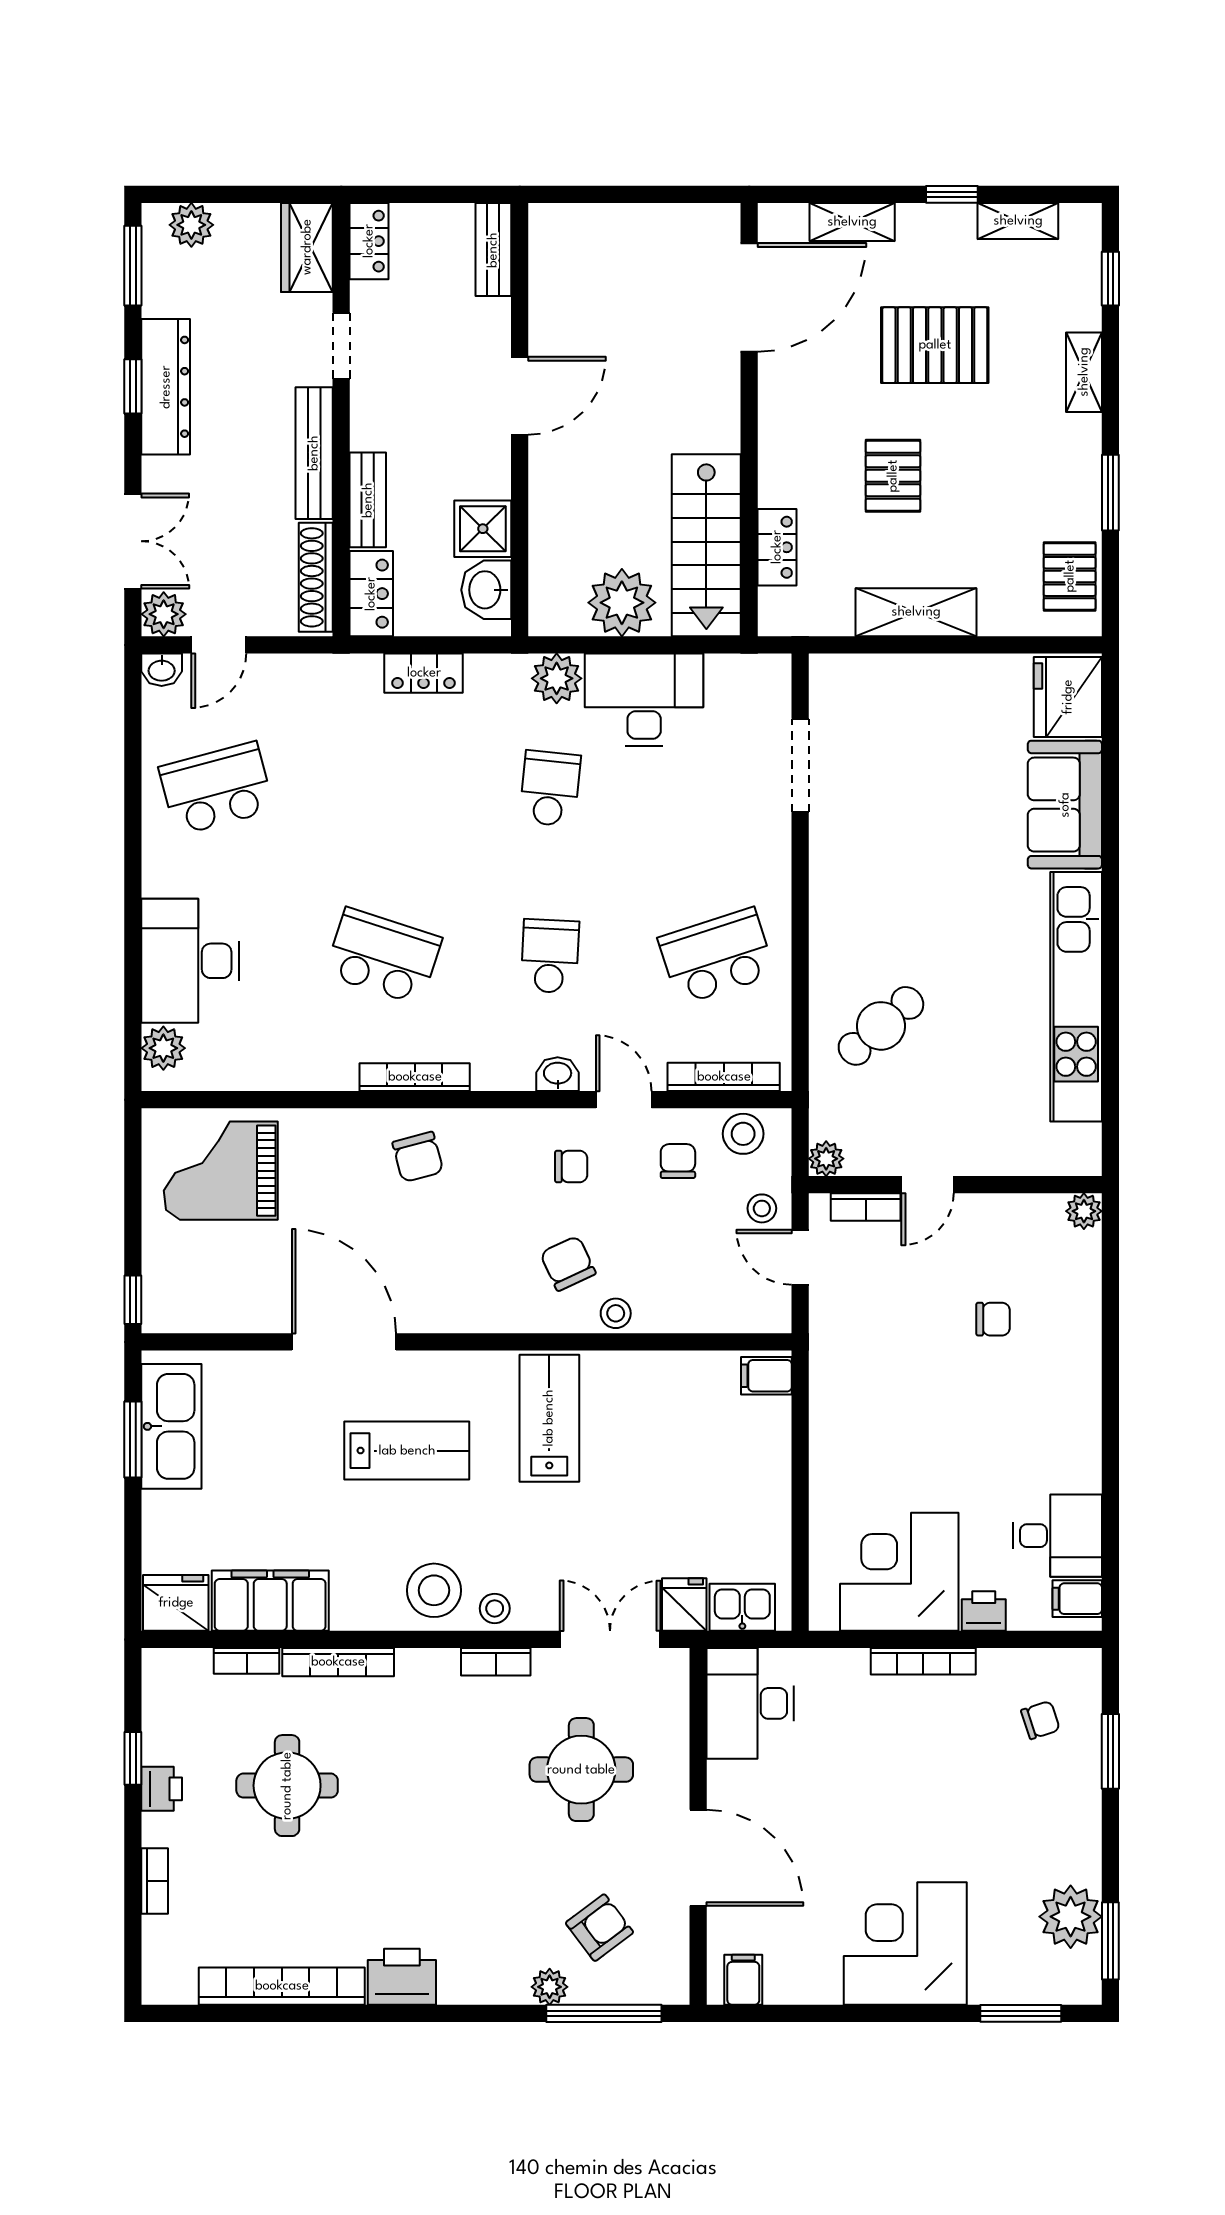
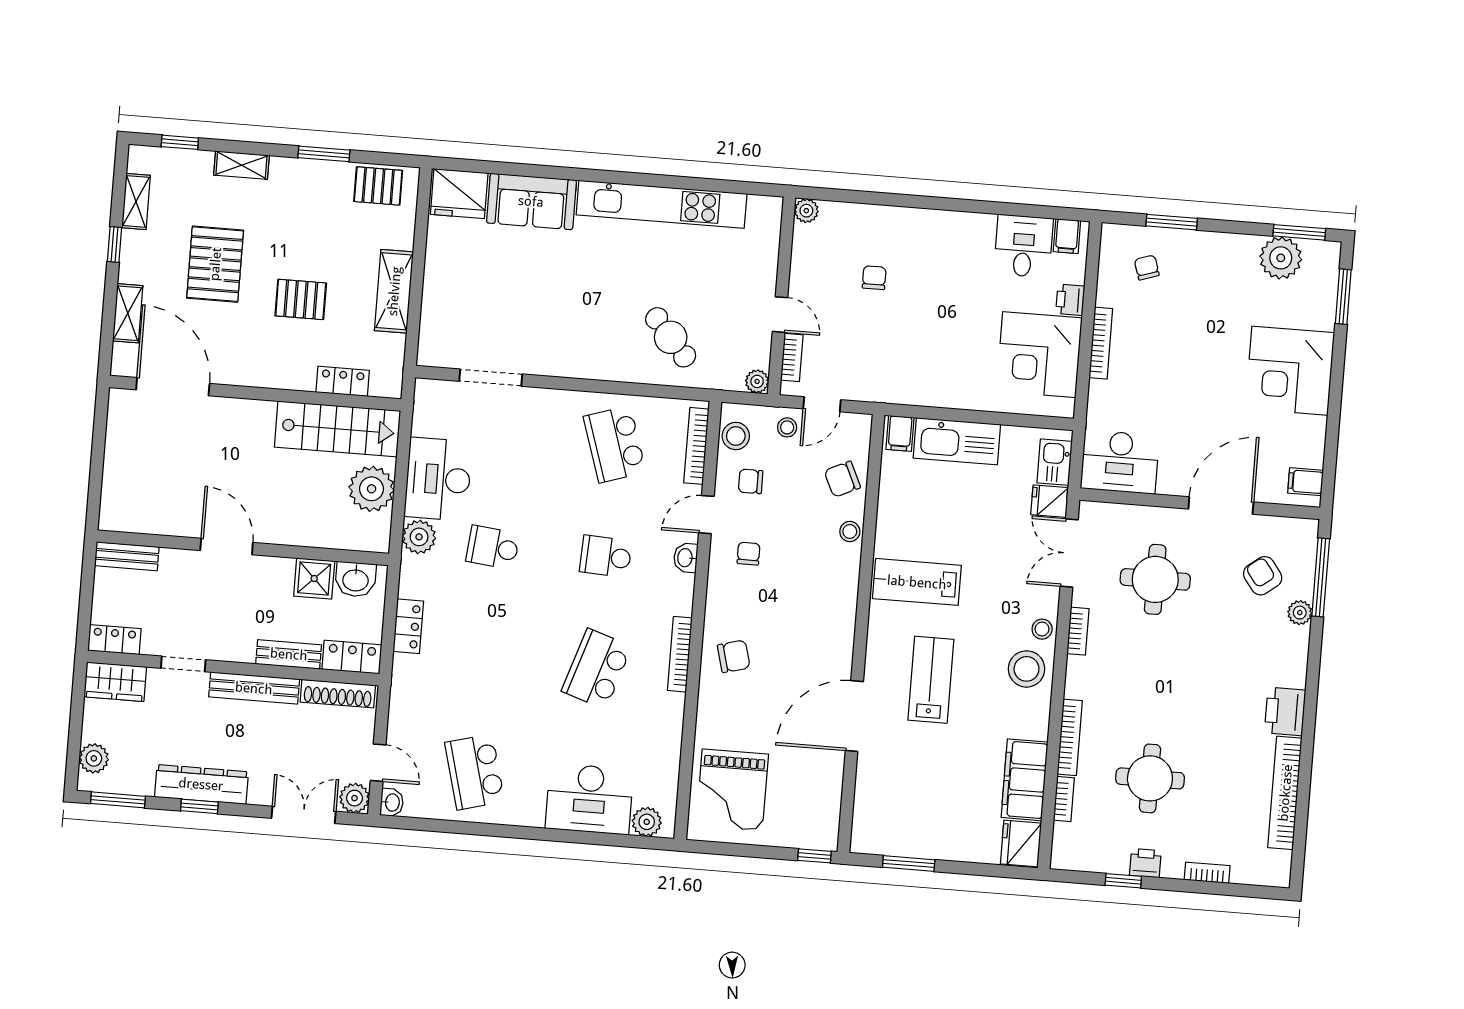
chair: (568, 1263) -> (842, 479), moved
kitchen sink: (171, 1426) -> (957, 441), moved, turned 180

